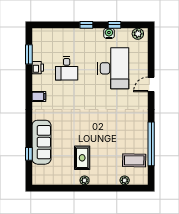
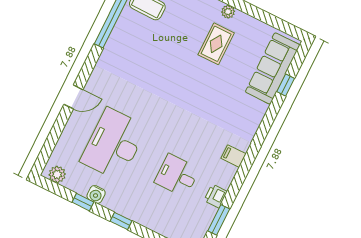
desk: (67, 68) -> (177, 176), turned -90
sofa: (41, 142) -> (273, 68), moved

